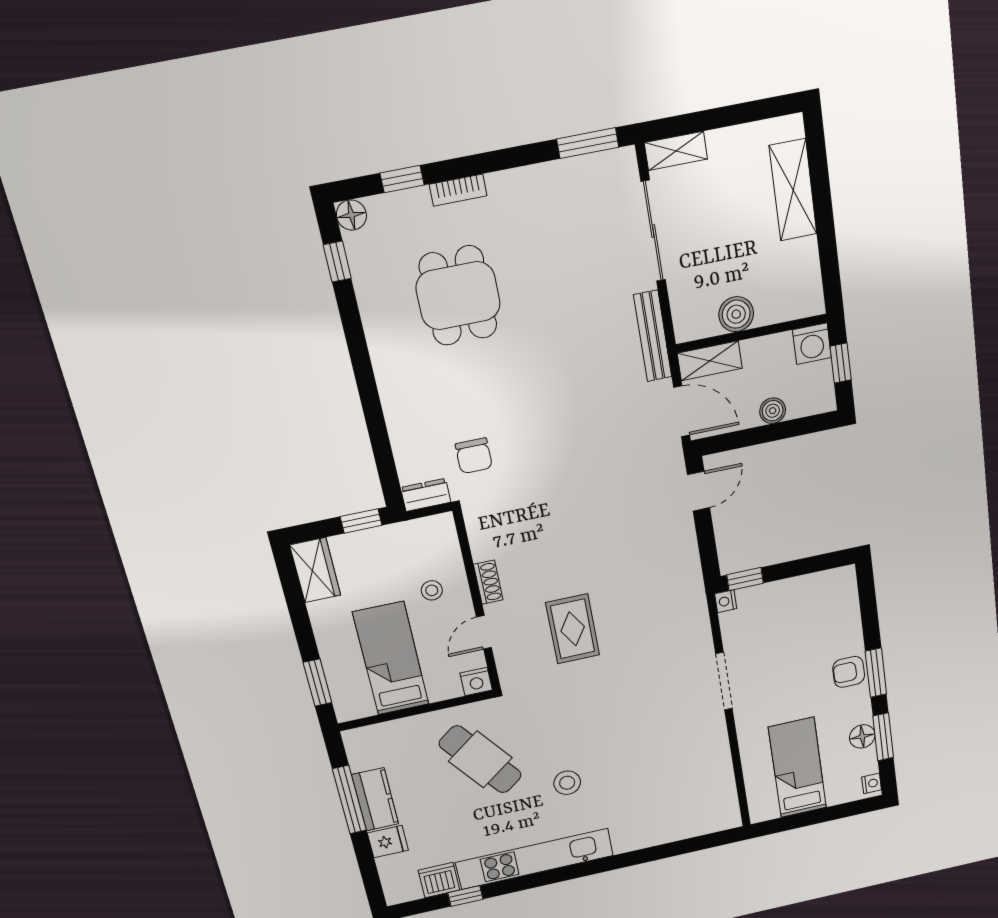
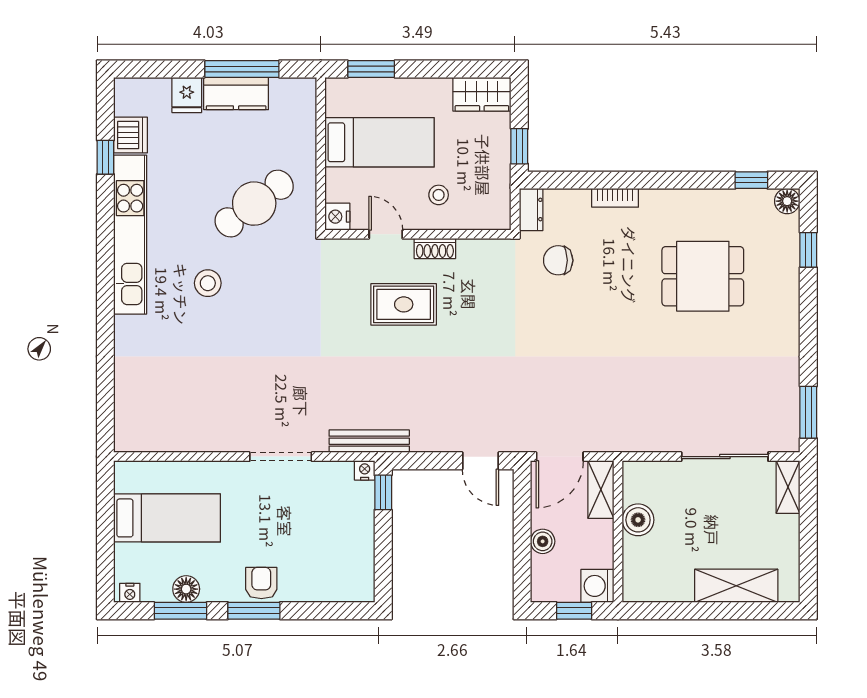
bookcase: (458, 190) -> (615, 198), moved, turned -90
bench: (653, 336) -> (369, 441), moved
rug: (573, 629) -> (404, 304), moved

